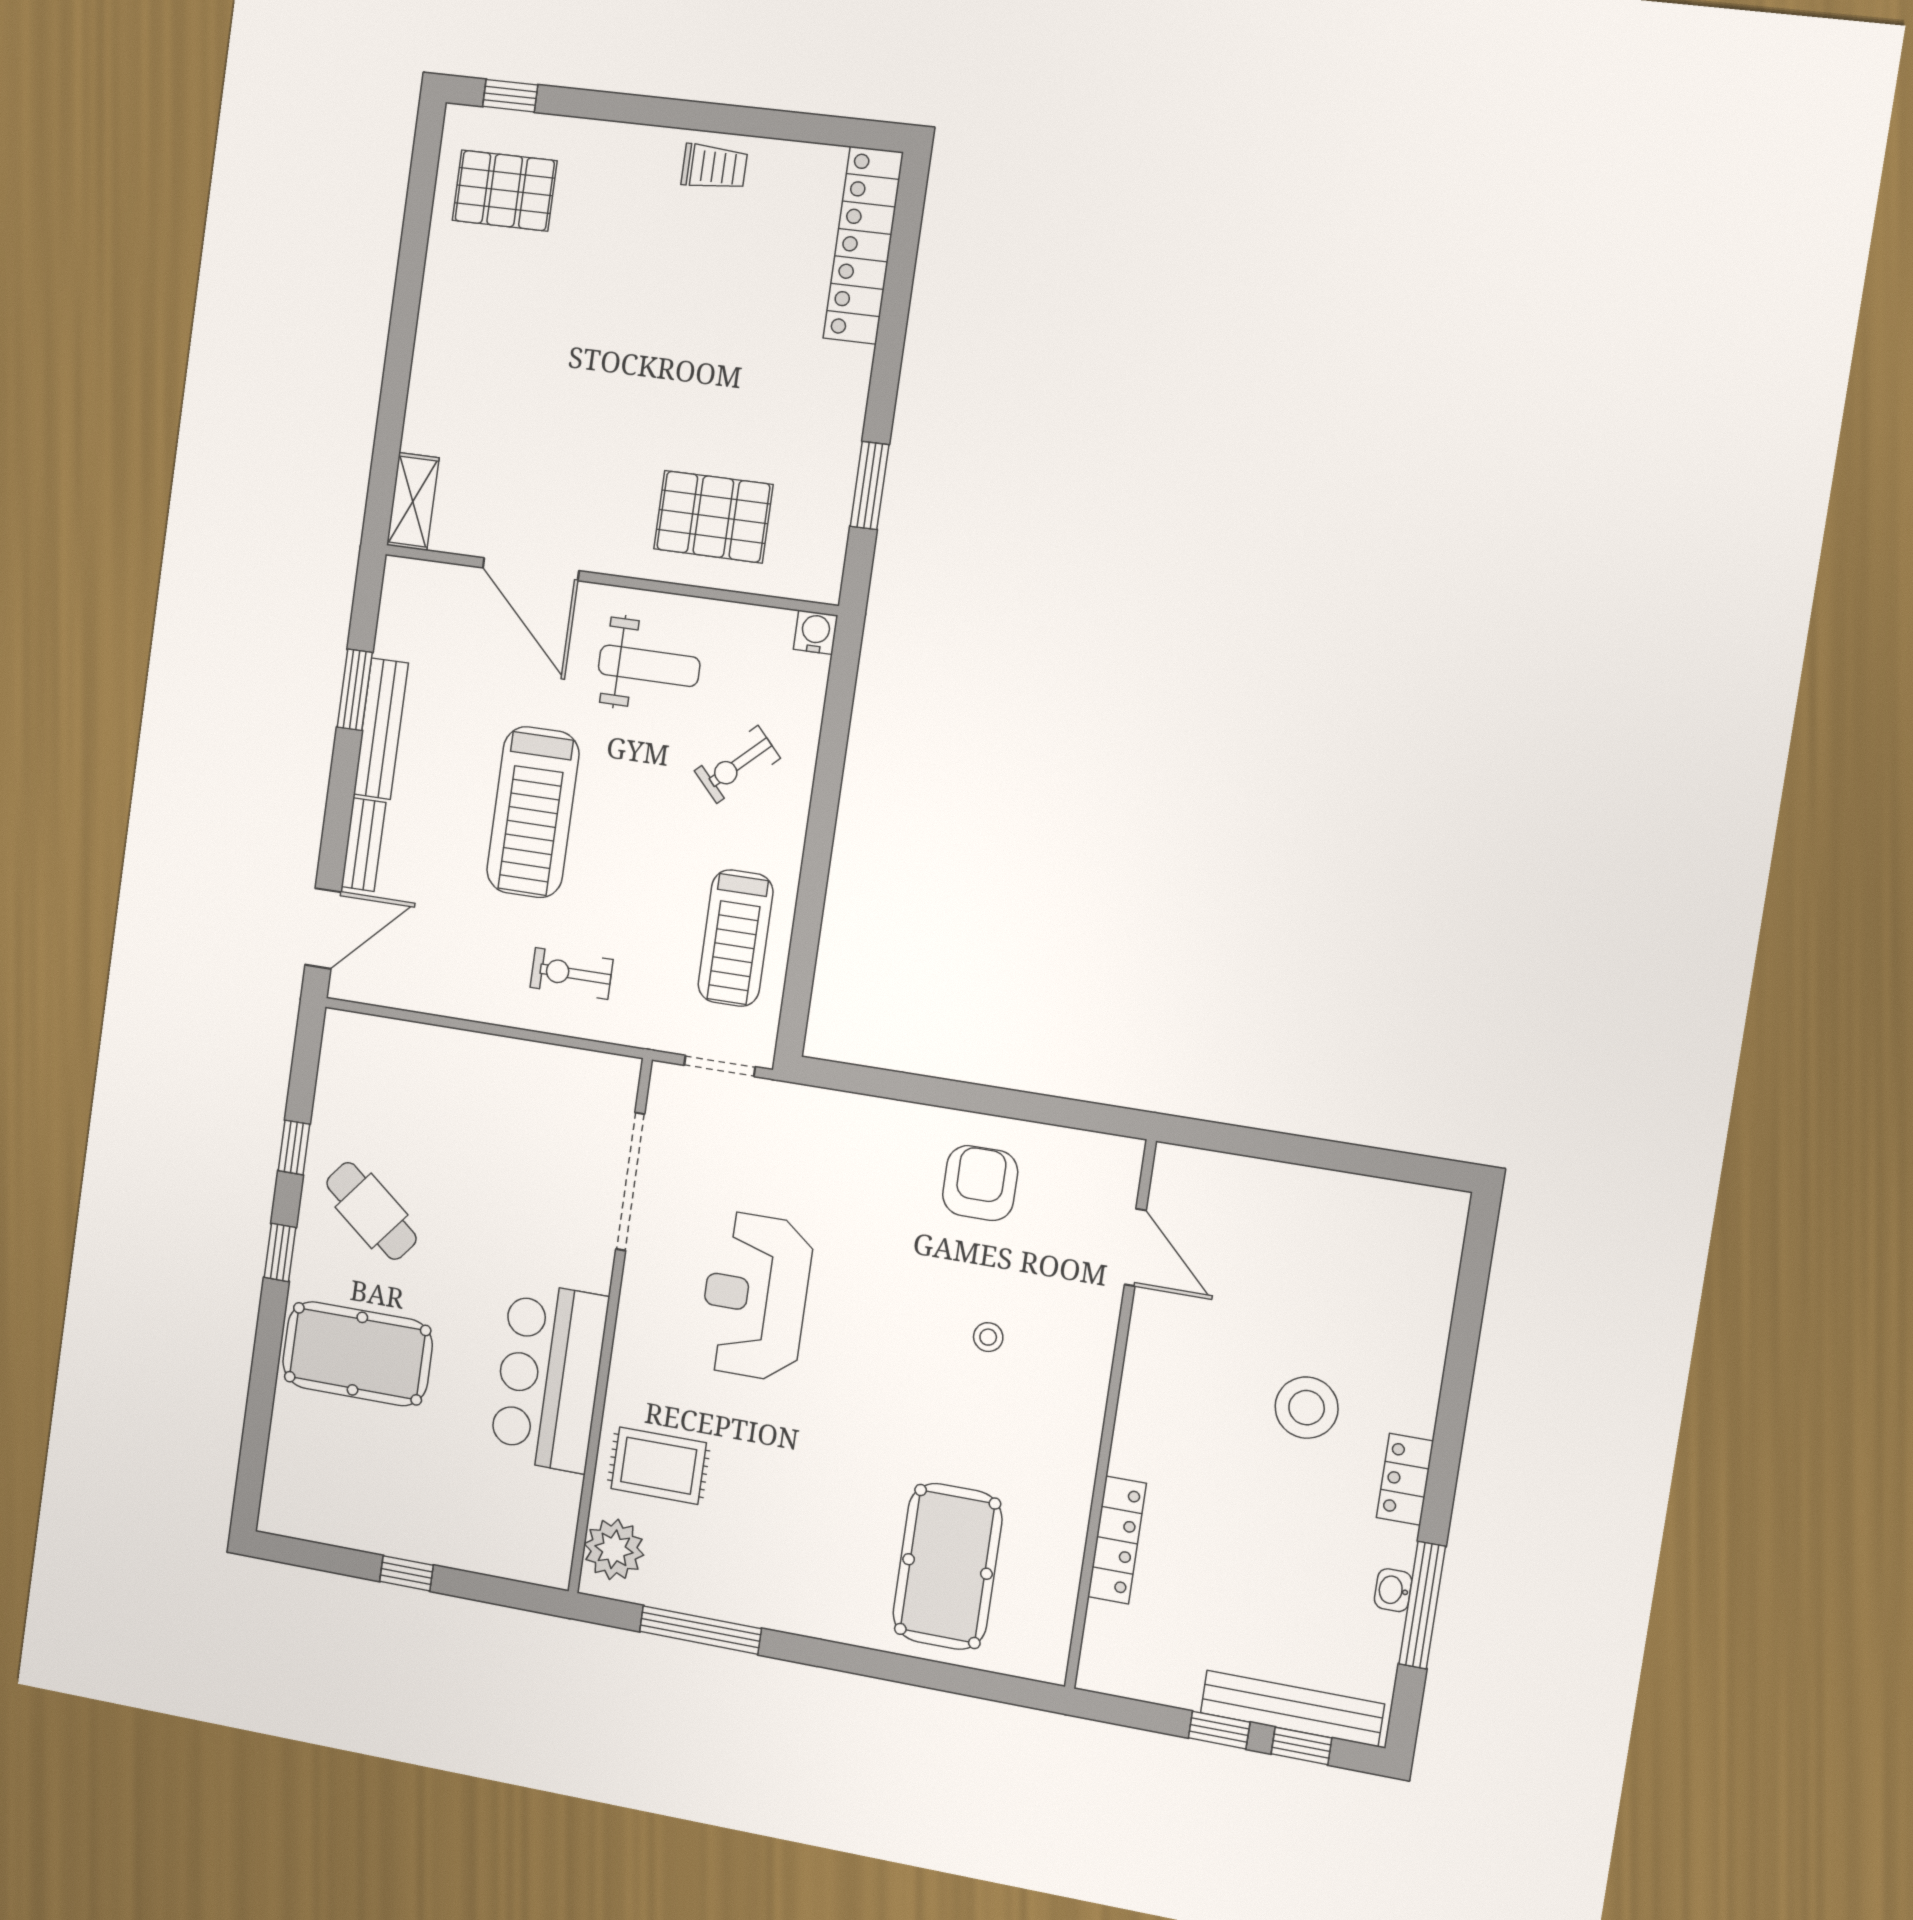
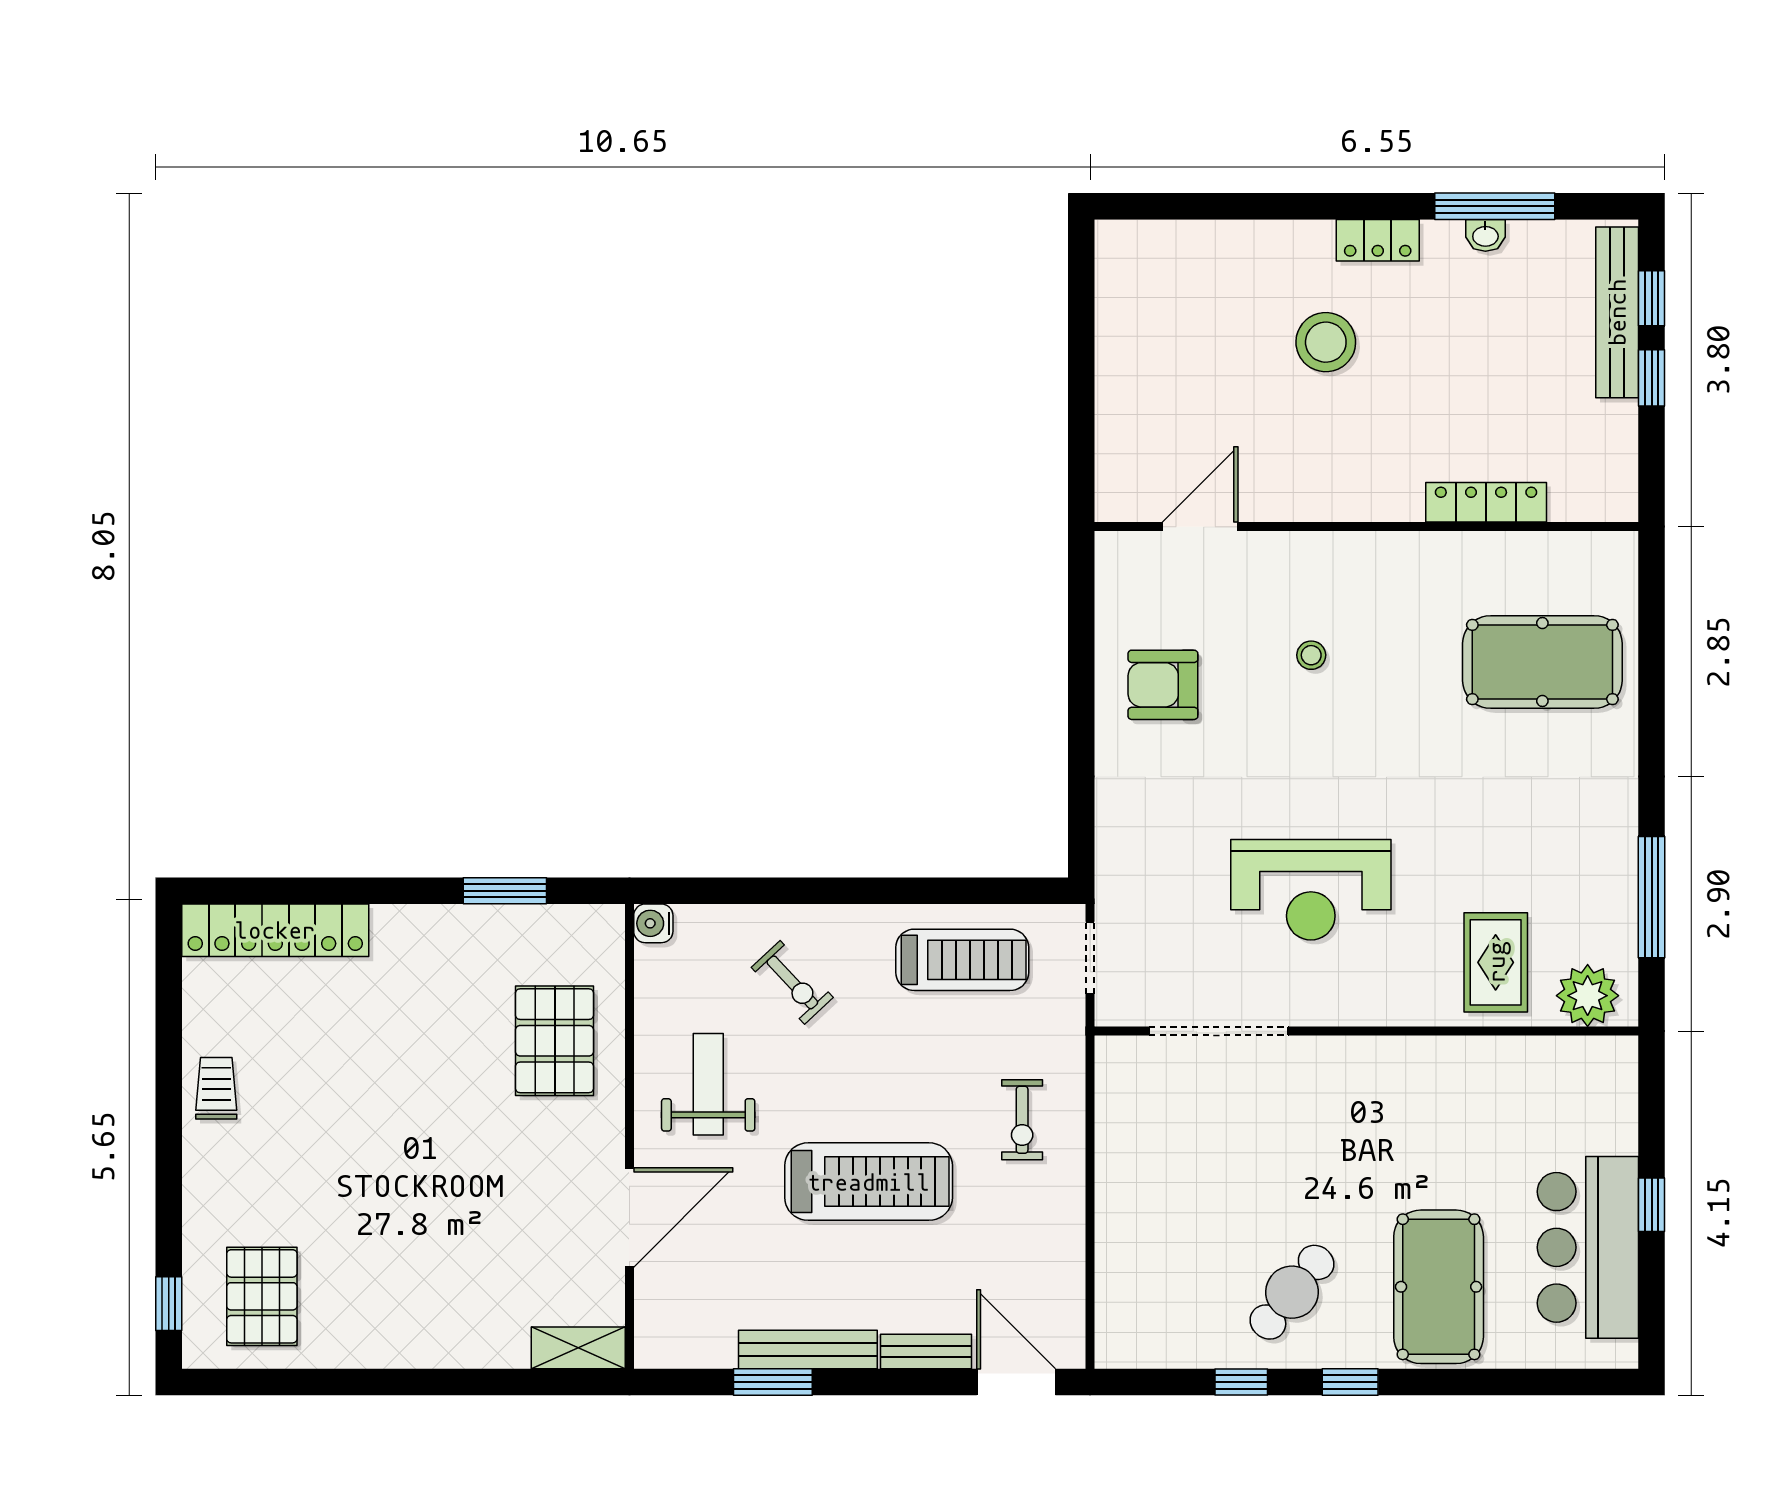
bar counter: (549, 1377) -> (1588, 1247), moved, turned 90

